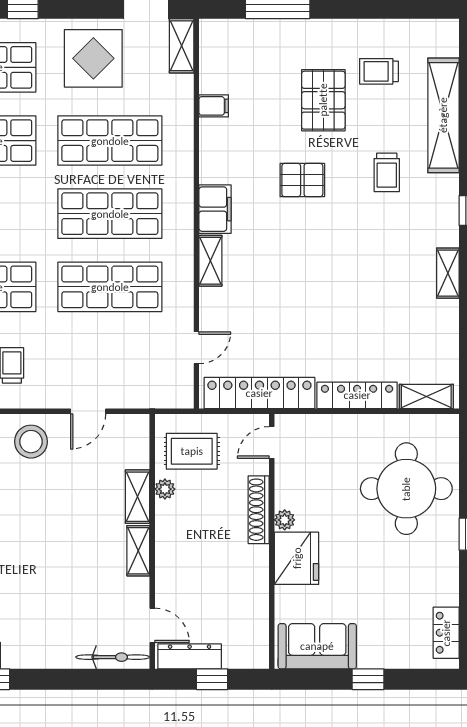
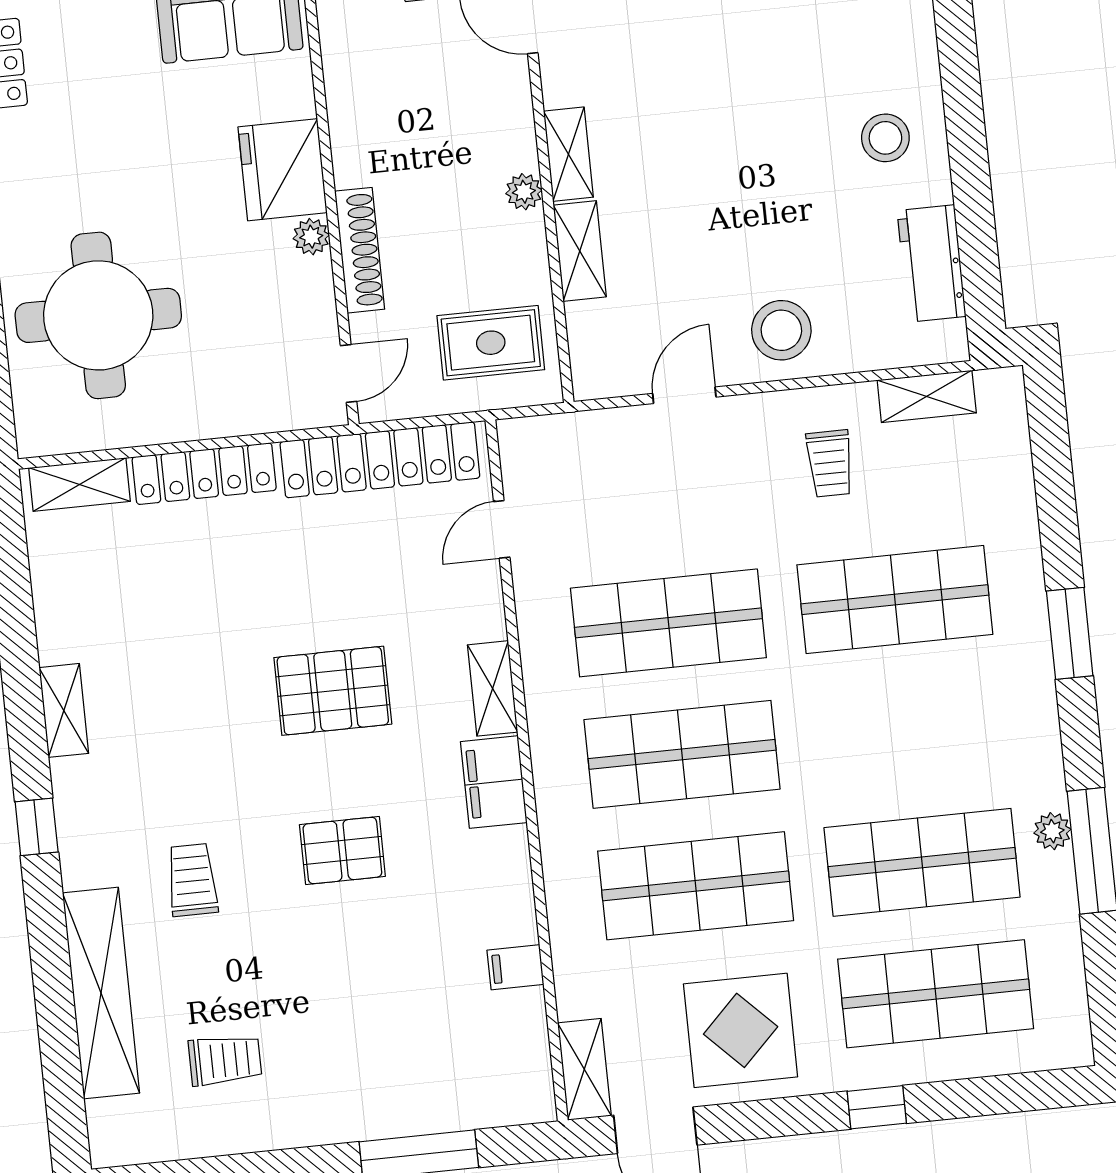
pallet: (323, 100) -> (333, 691), moved, turned 90
plant: (165, 489) -> (524, 192), moved

